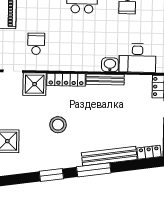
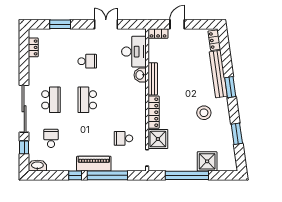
stool: (58, 125) -> (204, 113), moved
window: (94, 170) -> (230, 87), width x0.69
window: (51, 175) -> (237, 134), moved

